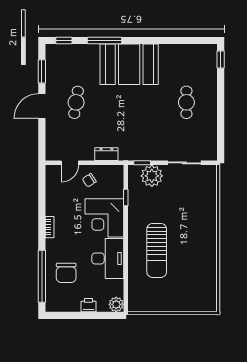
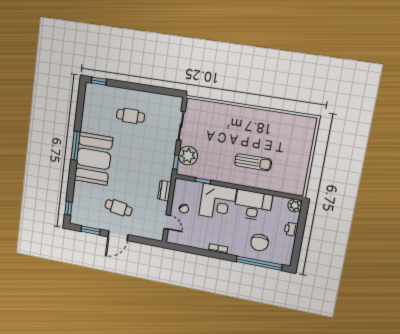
window: (104, 40) -> (76, 146), moved
door: (42, 106) -> (118, 236), hinge flipped
sun lounger: (157, 250) -> (253, 162), width x0.73, depth x0.75
chair: (66, 273) -> (260, 243), turned 90

